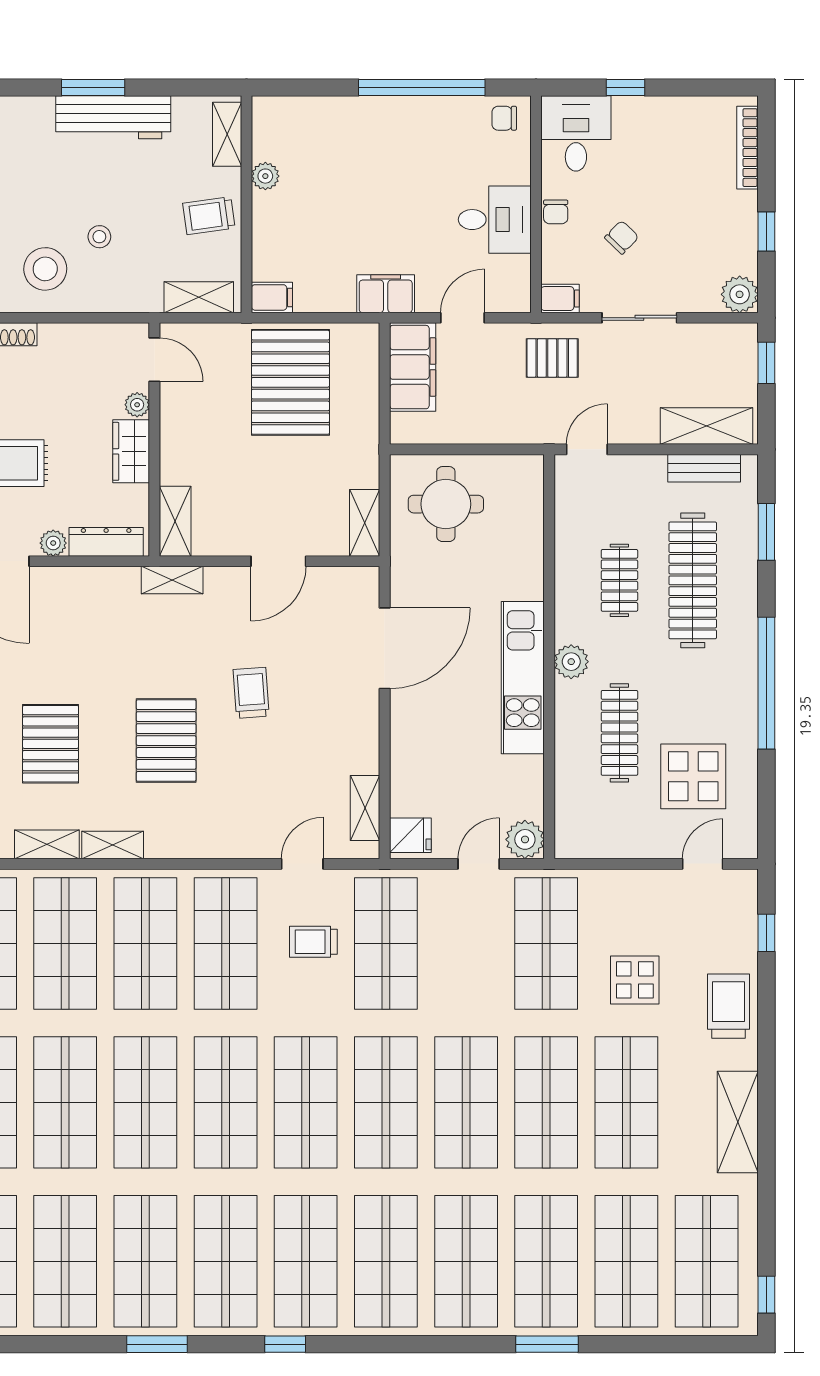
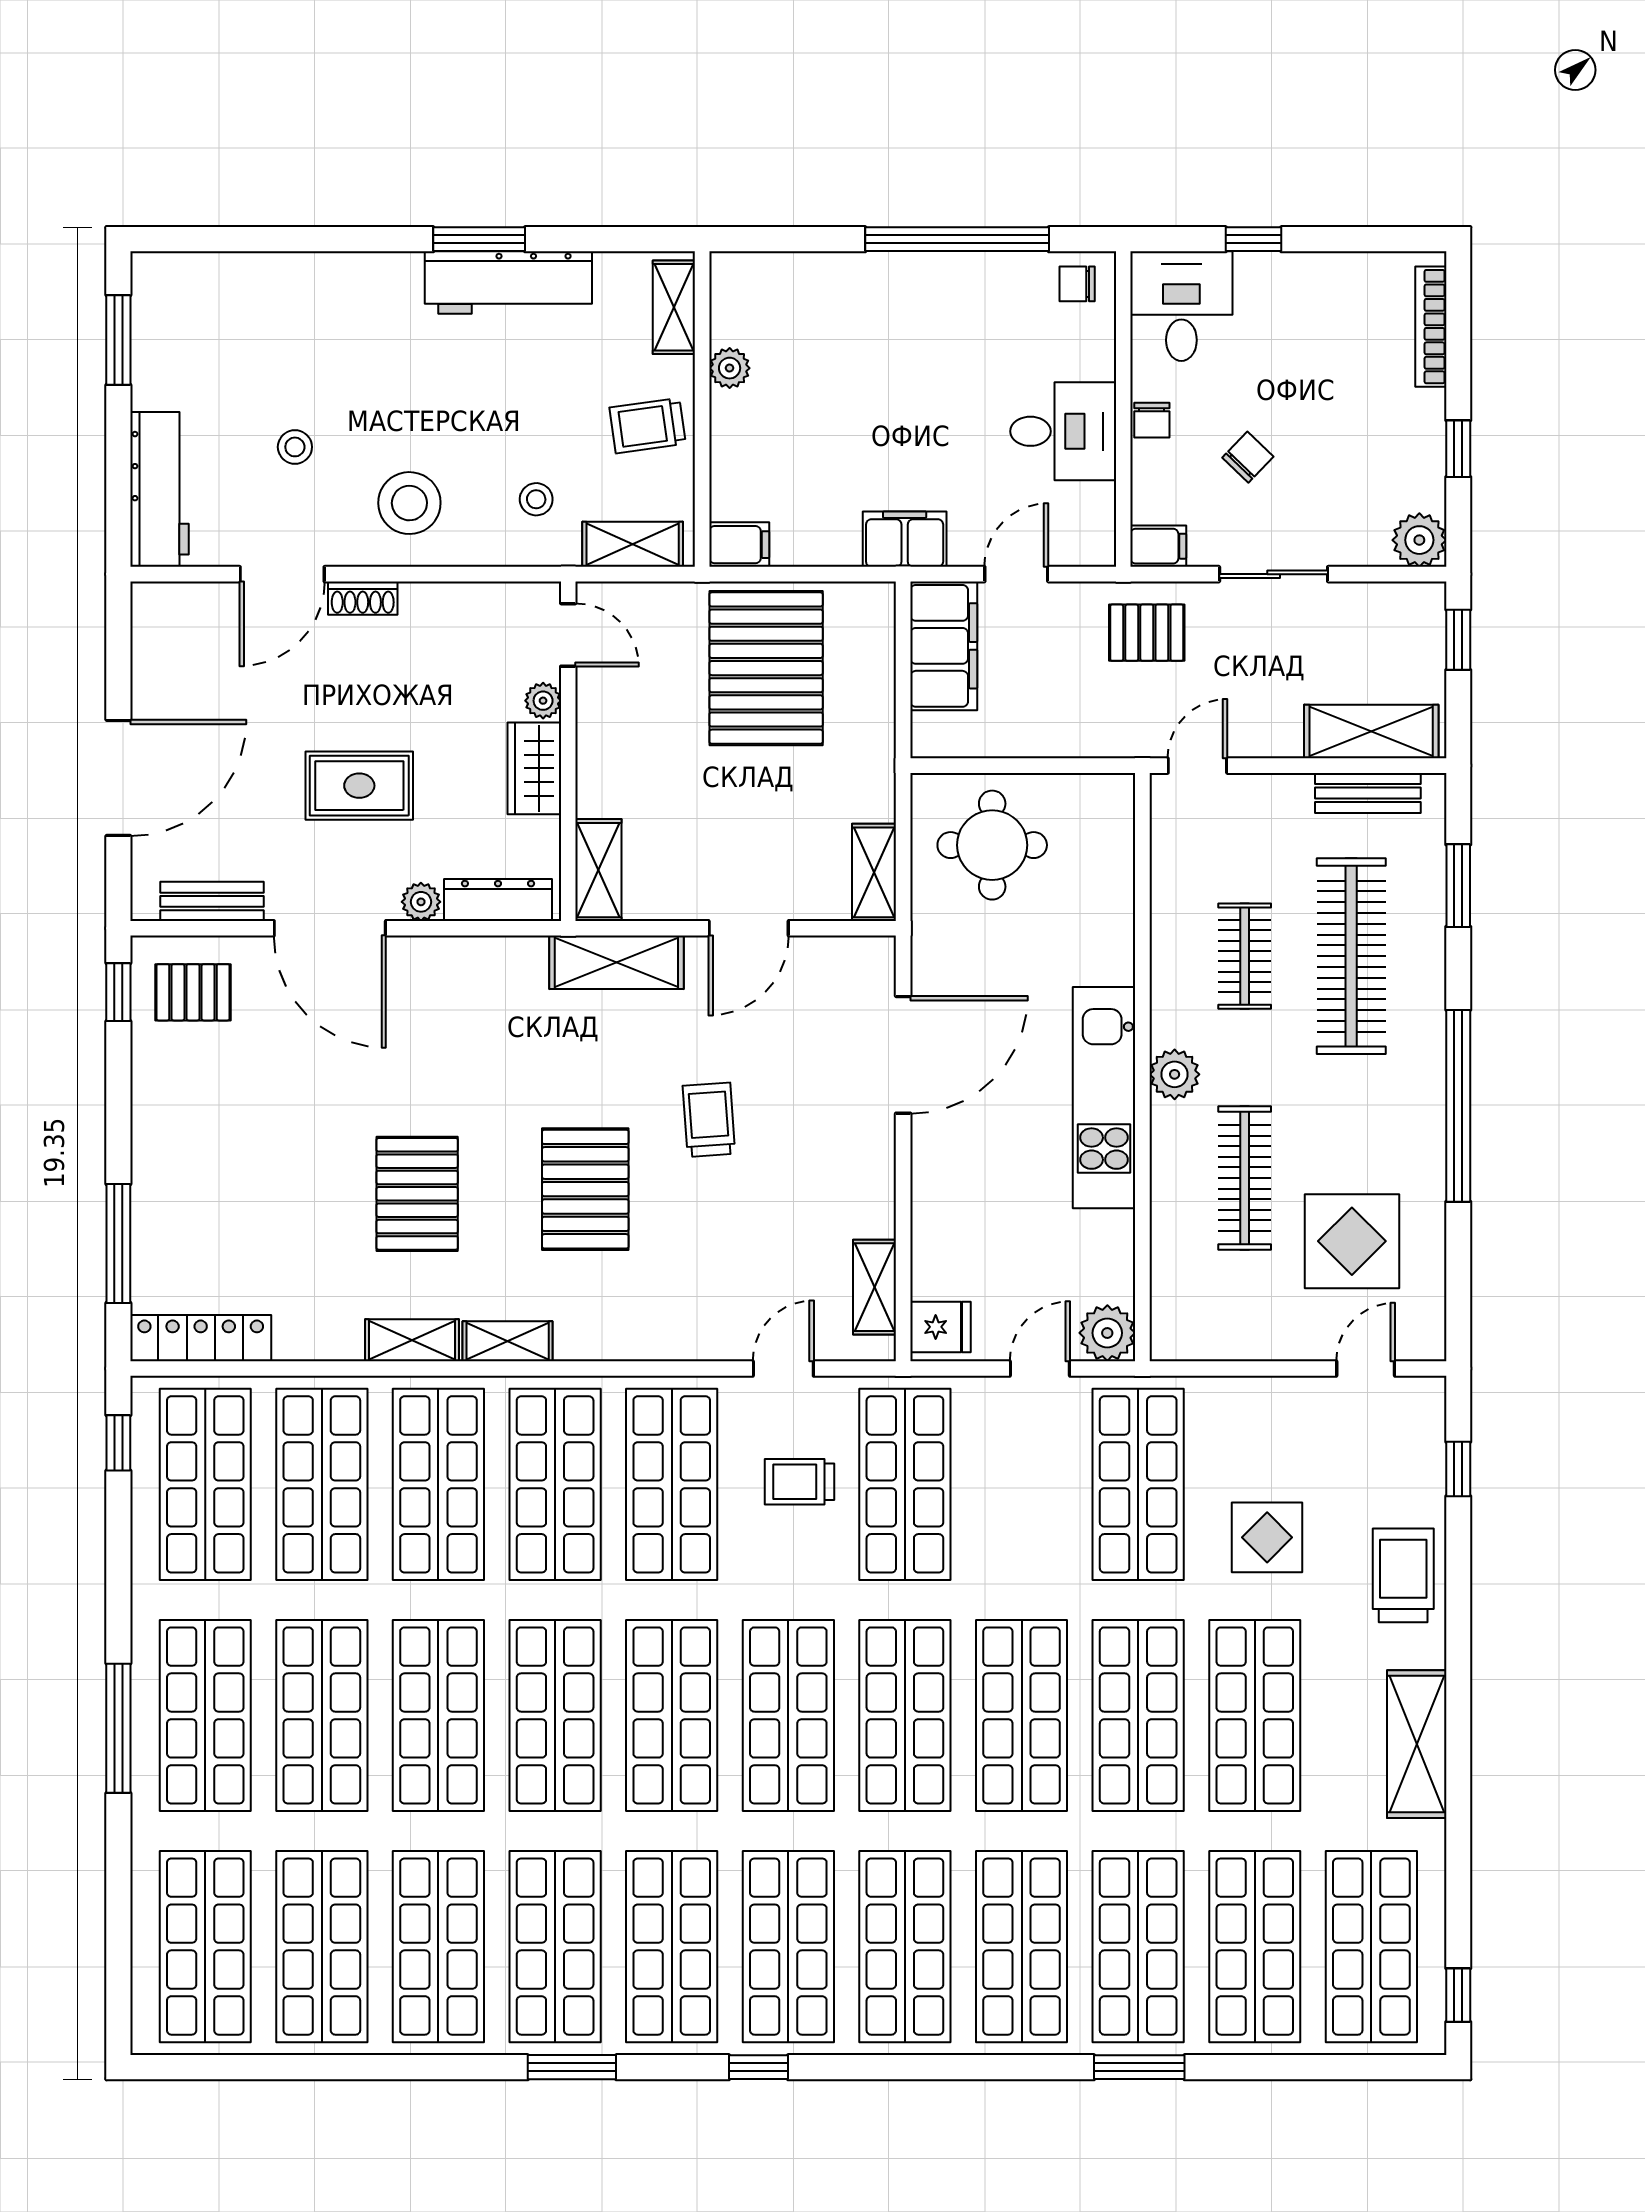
stool: (99, 237) -> (536, 499), moved
shelving: (172, 580) -> (616, 962), width x1.50, depth x1.33

